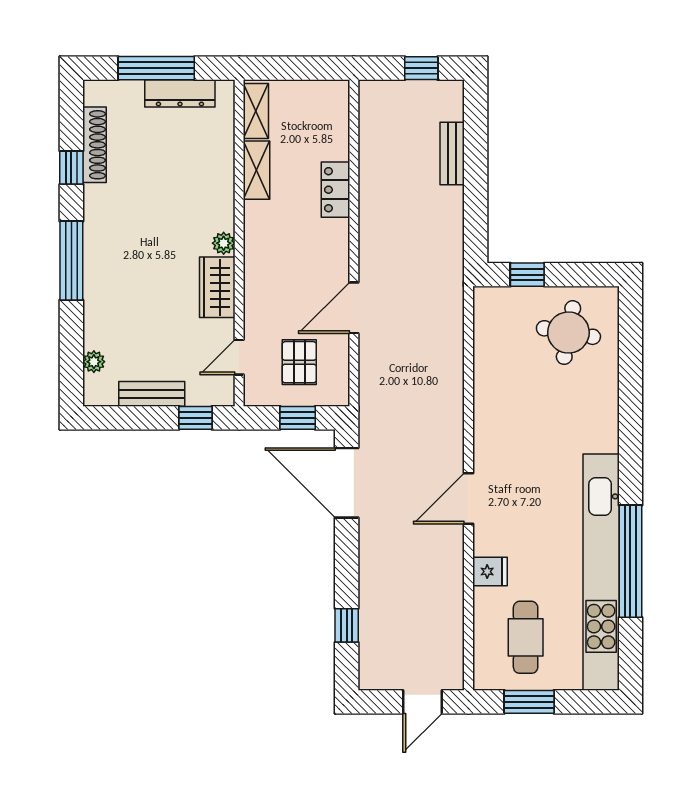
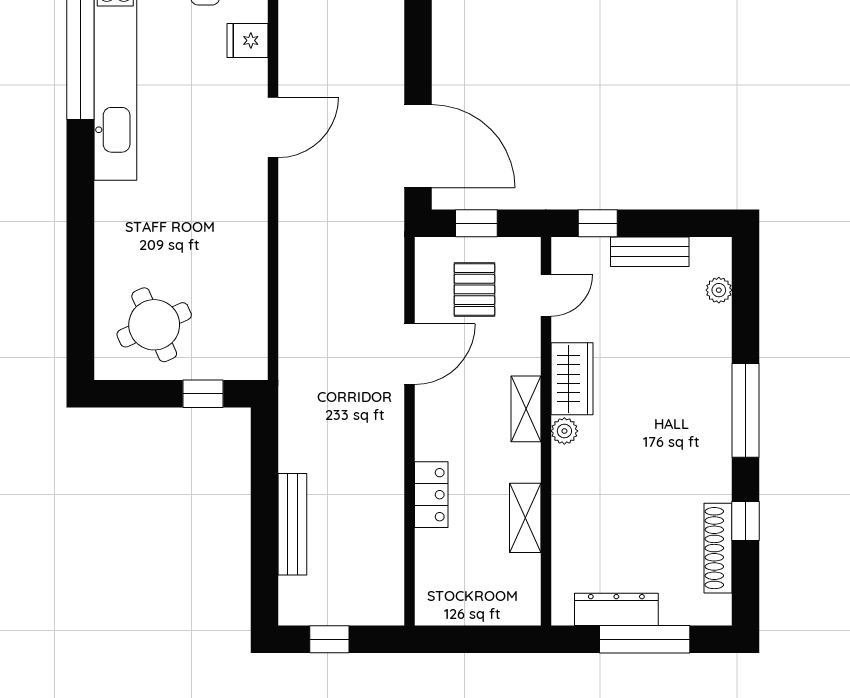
shelving: (256, 111) -> (526, 409), moved
bench: (452, 154) -> (292, 524), width x1.36
round table: (568, 333) -> (154, 325), turned -34

